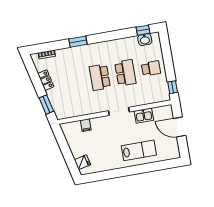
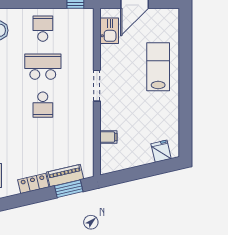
school desk: (100, 77) -> (43, 105), width x0.54
piano: (55, 101) -> (65, 176), added
kitchen sink: (144, 116) -> (109, 31), moved

